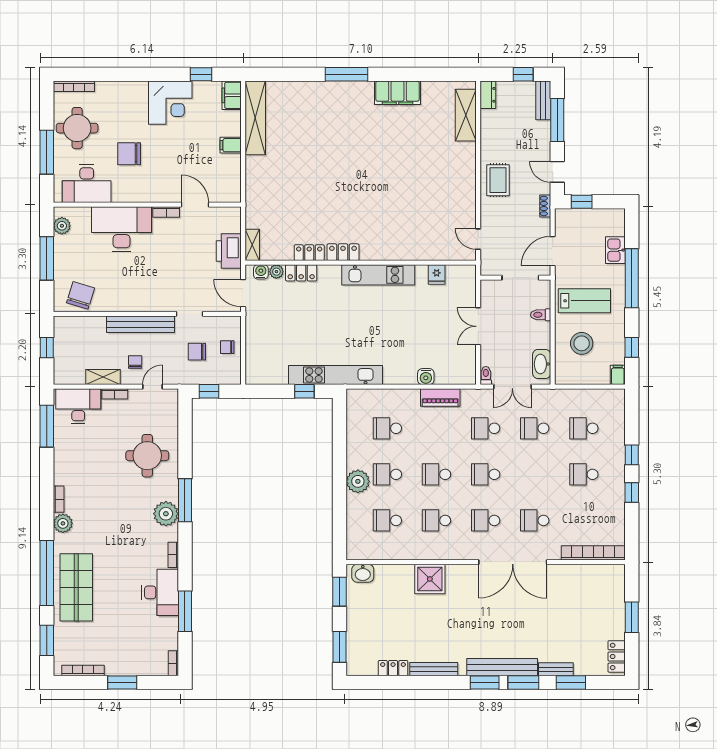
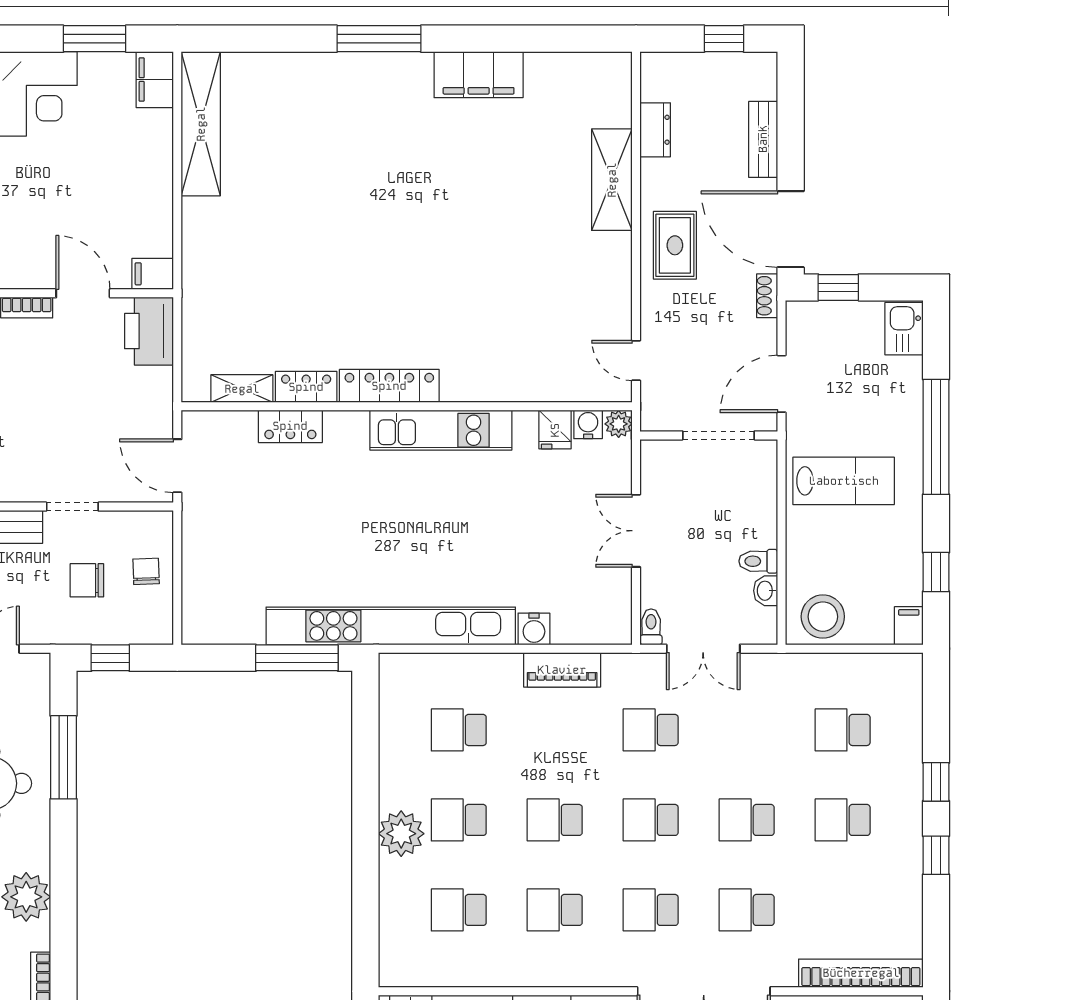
window: (201, 74) -> (95, 39), width x1.50
dresser: (488, 95) -> (655, 130), moved
bench: (543, 100) -> (763, 139), moved
shelving: (466, 115) -> (612, 180), moved
window: (557, 120) -> (791, 128), removed
filing cabinet: (231, 145) -> (153, 274), moved
door: (557, 172) -> (791, 229), width x1.87
shelving: (252, 245) -> (242, 389), moved, turned 90
kitchen sink: (615, 250) -> (904, 329), moved
printer: (229, 251) -> (149, 331), moved
locker: (343, 252) -> (389, 386), width x1.53
water cooler: (261, 272) -> (588, 424), moved
plant: (276, 272) -> (619, 424), moved
toilet: (541, 315) -> (758, 561), moved
stool: (582, 343) -> (823, 617), moved
chair: (227, 347) -> (146, 571), turned 88
washbasin: (542, 364) -> (766, 591), width x0.52, depth x0.69
kitchen unit: (336, 375) -> (391, 626), width x1.36
window: (304, 391) -> (297, 658), width x2.17
school desk: (535, 428) -> (747, 820), moved
window: (185, 500) -> (64, 757), moved

